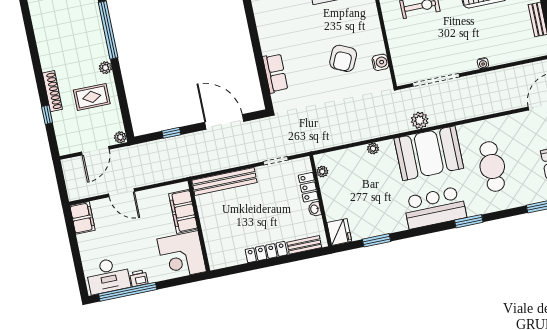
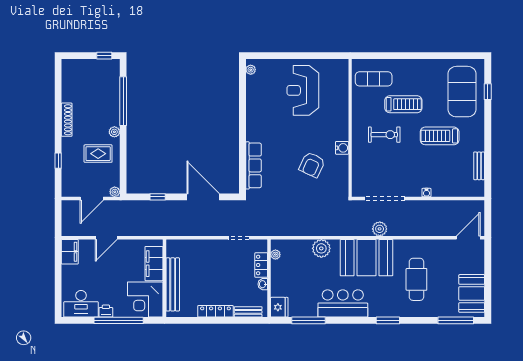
water cooler: (380, 62) -> (342, 148), moved
row of seats: (275, 73) -> (253, 165), width x1.48
shoe rack: (52, 91) -> (67, 120), moved
plant: (420, 120) -> (380, 229), moved
plant: (373, 148) -> (321, 248), width x1.87, depth x1.87
bench: (224, 181) -> (173, 284), moved, turned 90
door: (121, 193) -> (106, 238), hinge flipped
bar counter: (435, 208) -> (343, 303), moved
window: (377, 240) -> (308, 320), width x1.44
window: (128, 292) -> (119, 320), moved

